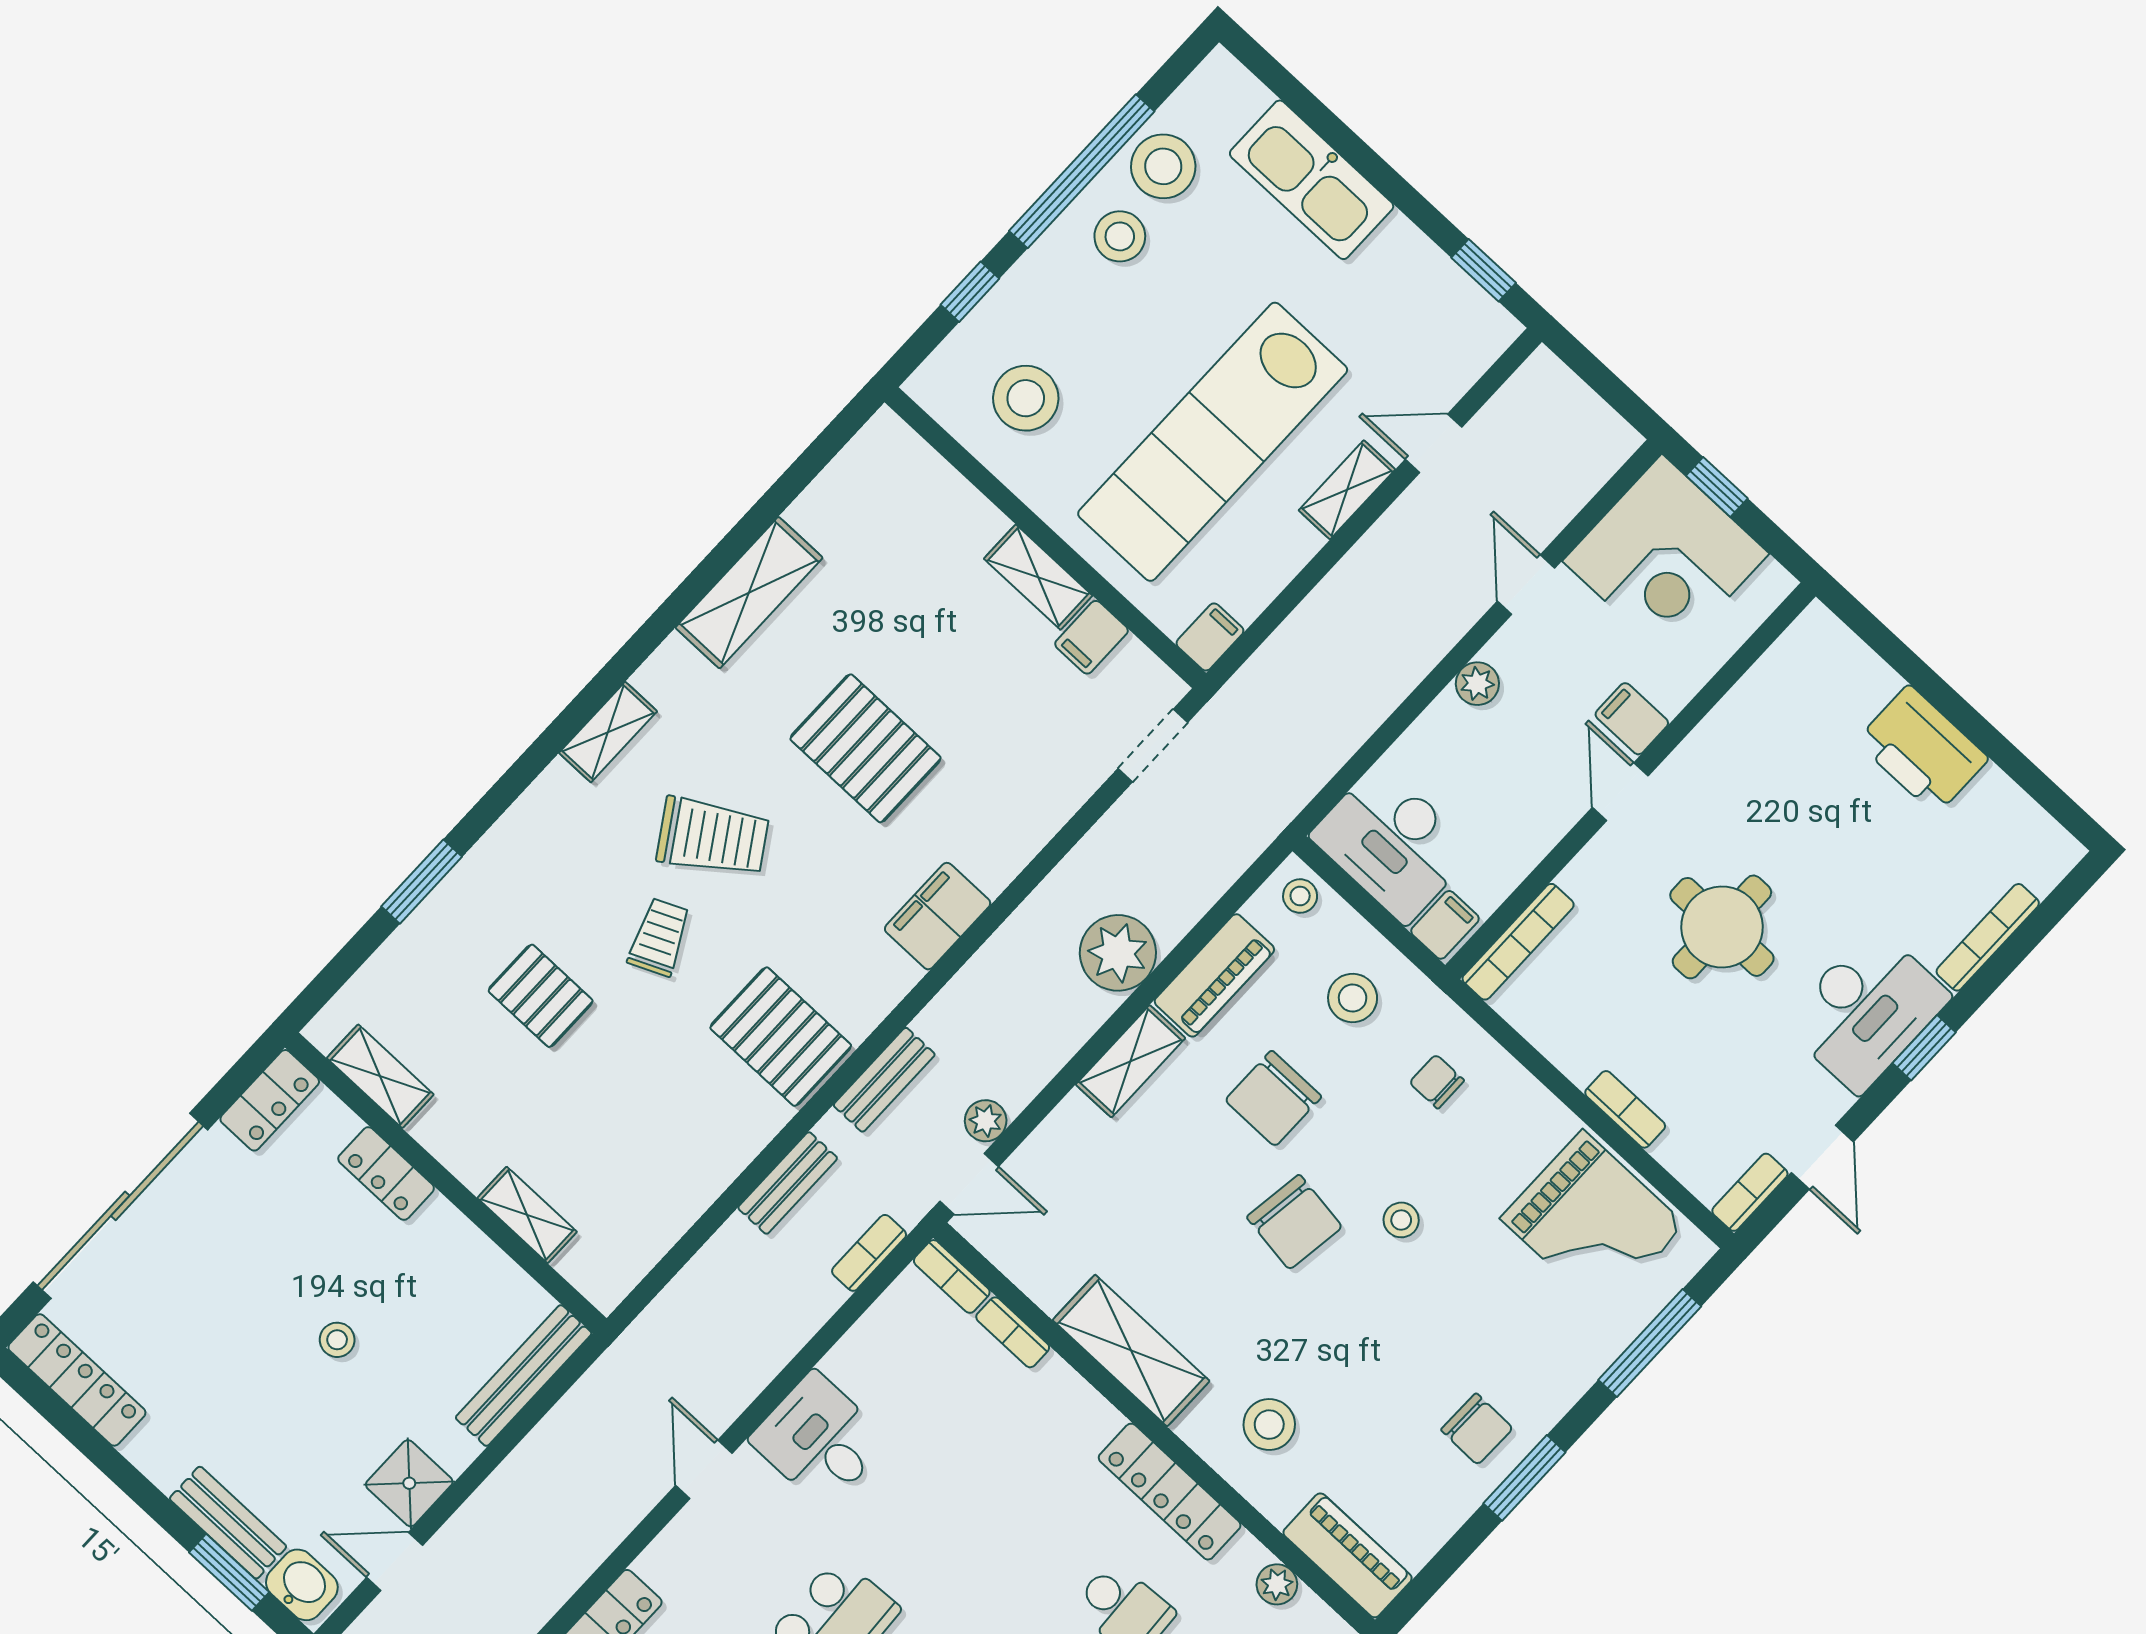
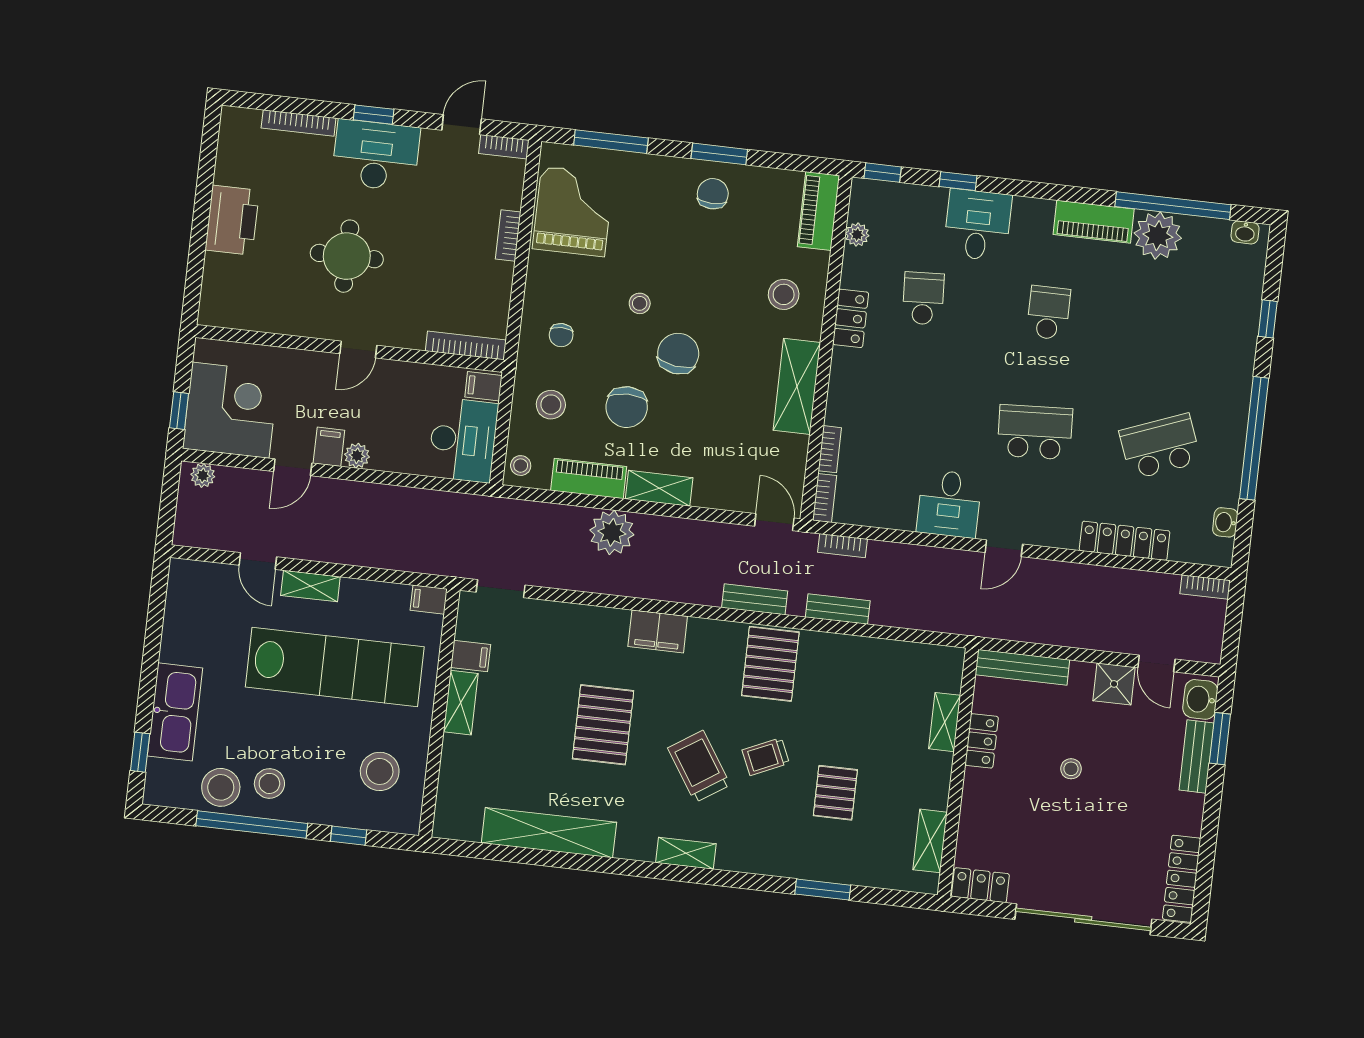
window: (1484, 270) -> (140, 752), moved
shelving: (749, 593) -> (549, 833), width x1.47
filing cabinet: (1632, 719) -> (329, 447), moved, turned 180
round table: (1722, 927) -> (347, 256), moved
chair: (1273, 1098) -> (627, 407), turned 90
plant: (986, 1121) -> (203, 475), moved
locker: (386, 1174) -> (982, 741), moved
locker: (1170, 1492) -> (851, 318), width x0.66

